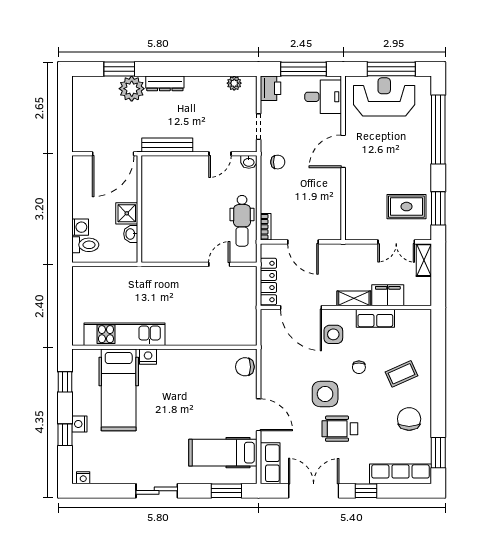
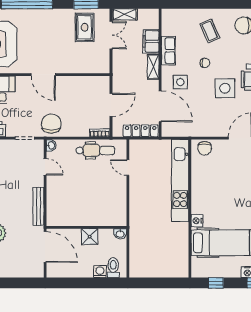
chair: (278, 162) -> (51, 124), width x1.87, depth x1.87
washbasin: (131, 234) -> (120, 234), moved
door: (301, 308) -> (160, 106), hinge flipped
kitchen unit: (125, 334) -> (180, 181), moved, width x1.36

